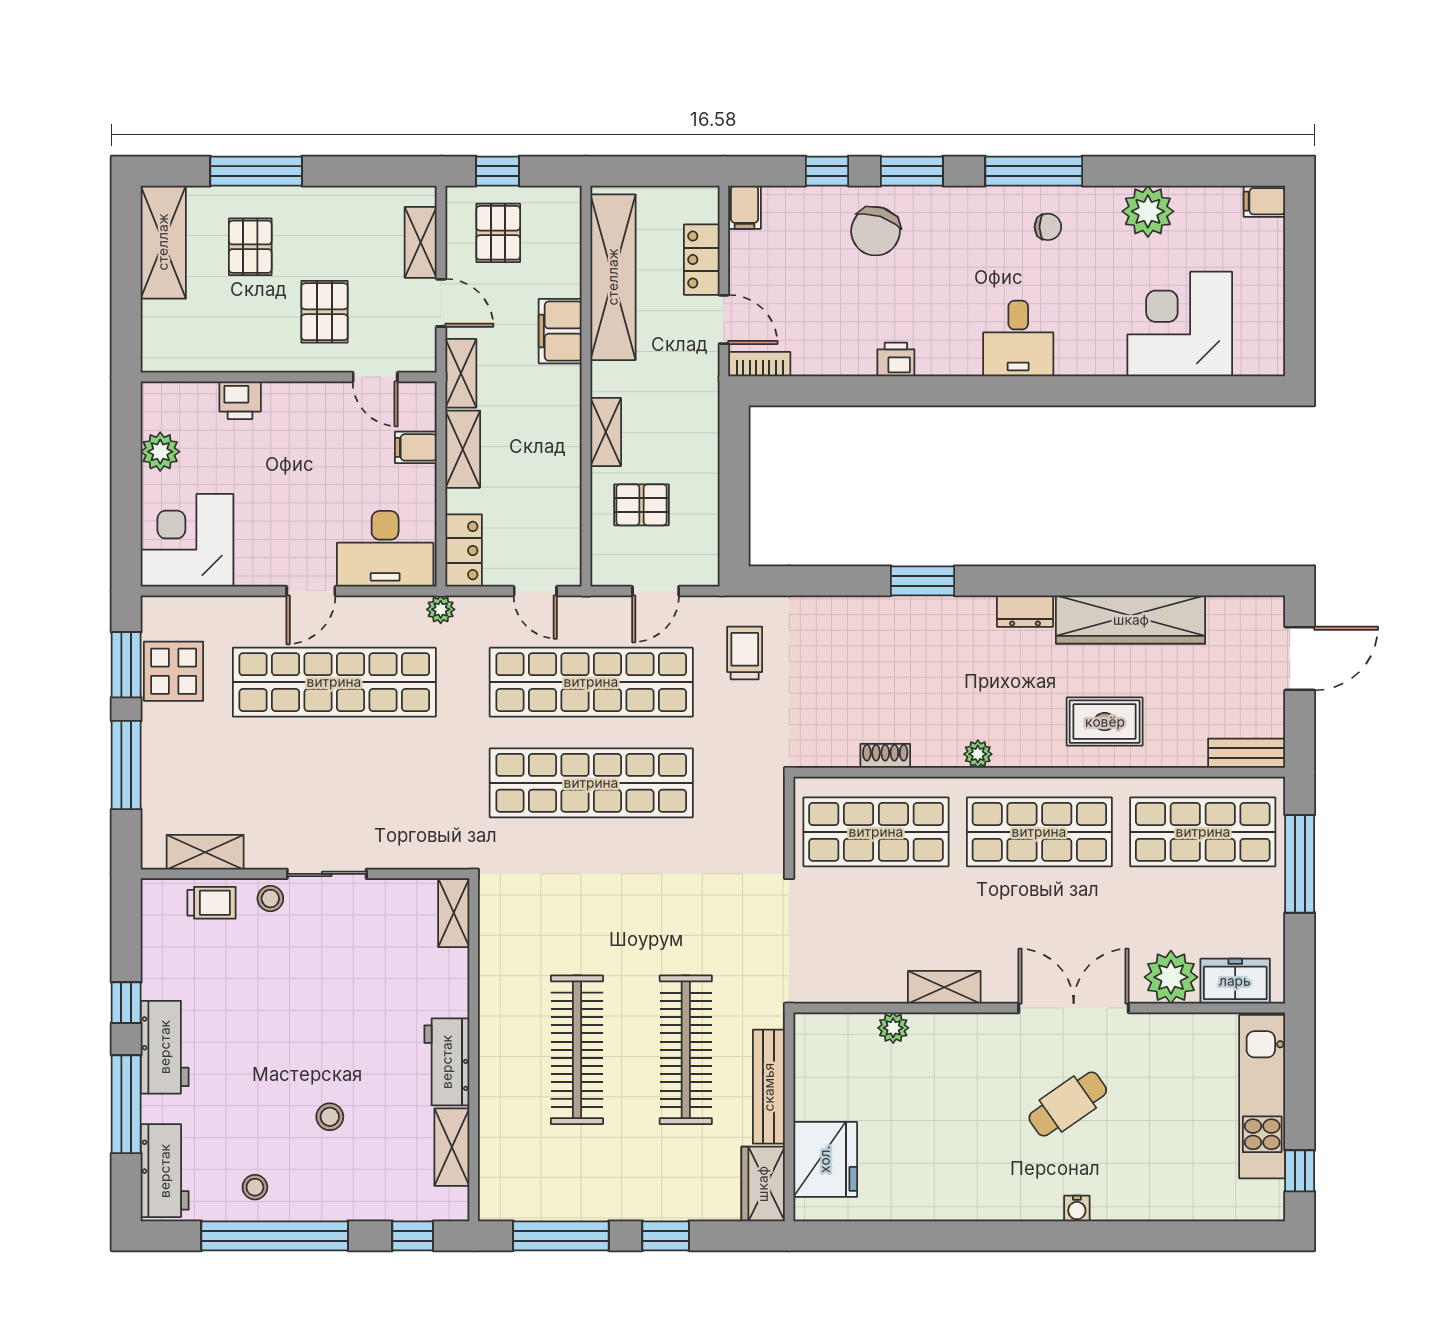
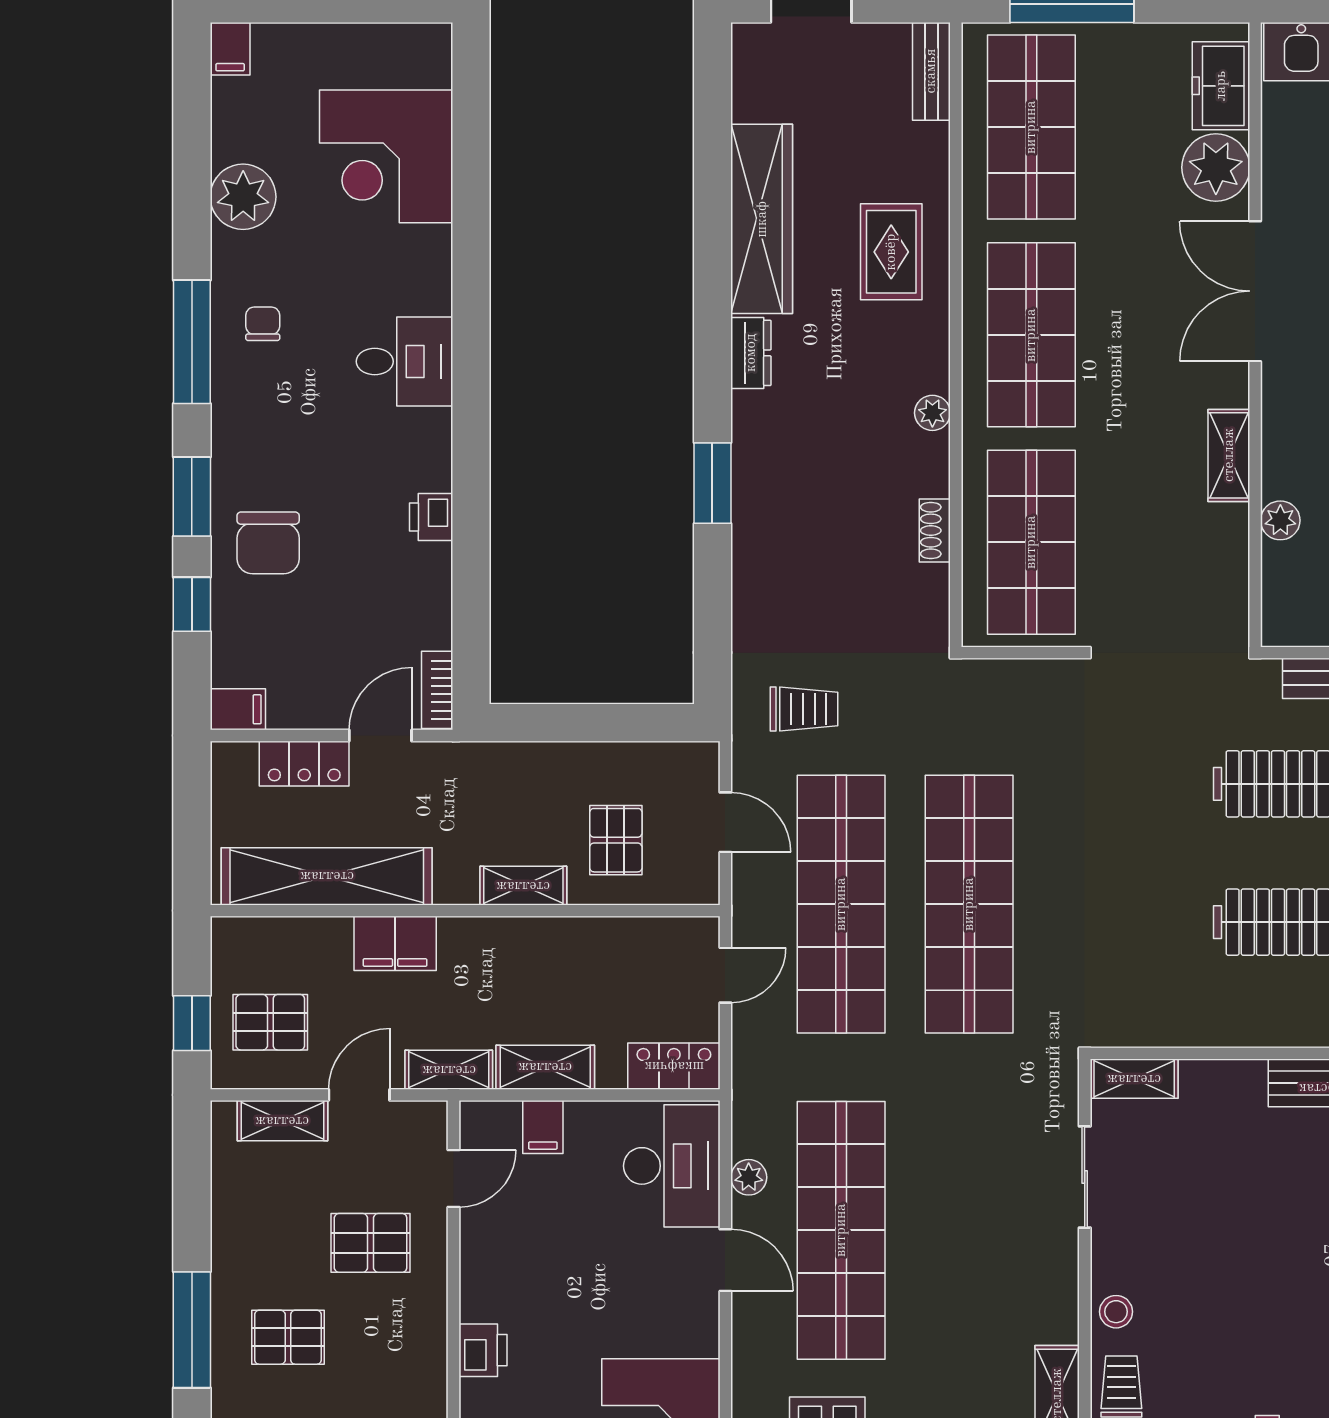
chair: (875, 231) -> (268, 543), turned 72
plant: (441, 609) -> (749, 1177), moved
trolley: (745, 653) -> (804, 709), turned 180
sliding door: (327, 874) -> (1085, 1177), moved

